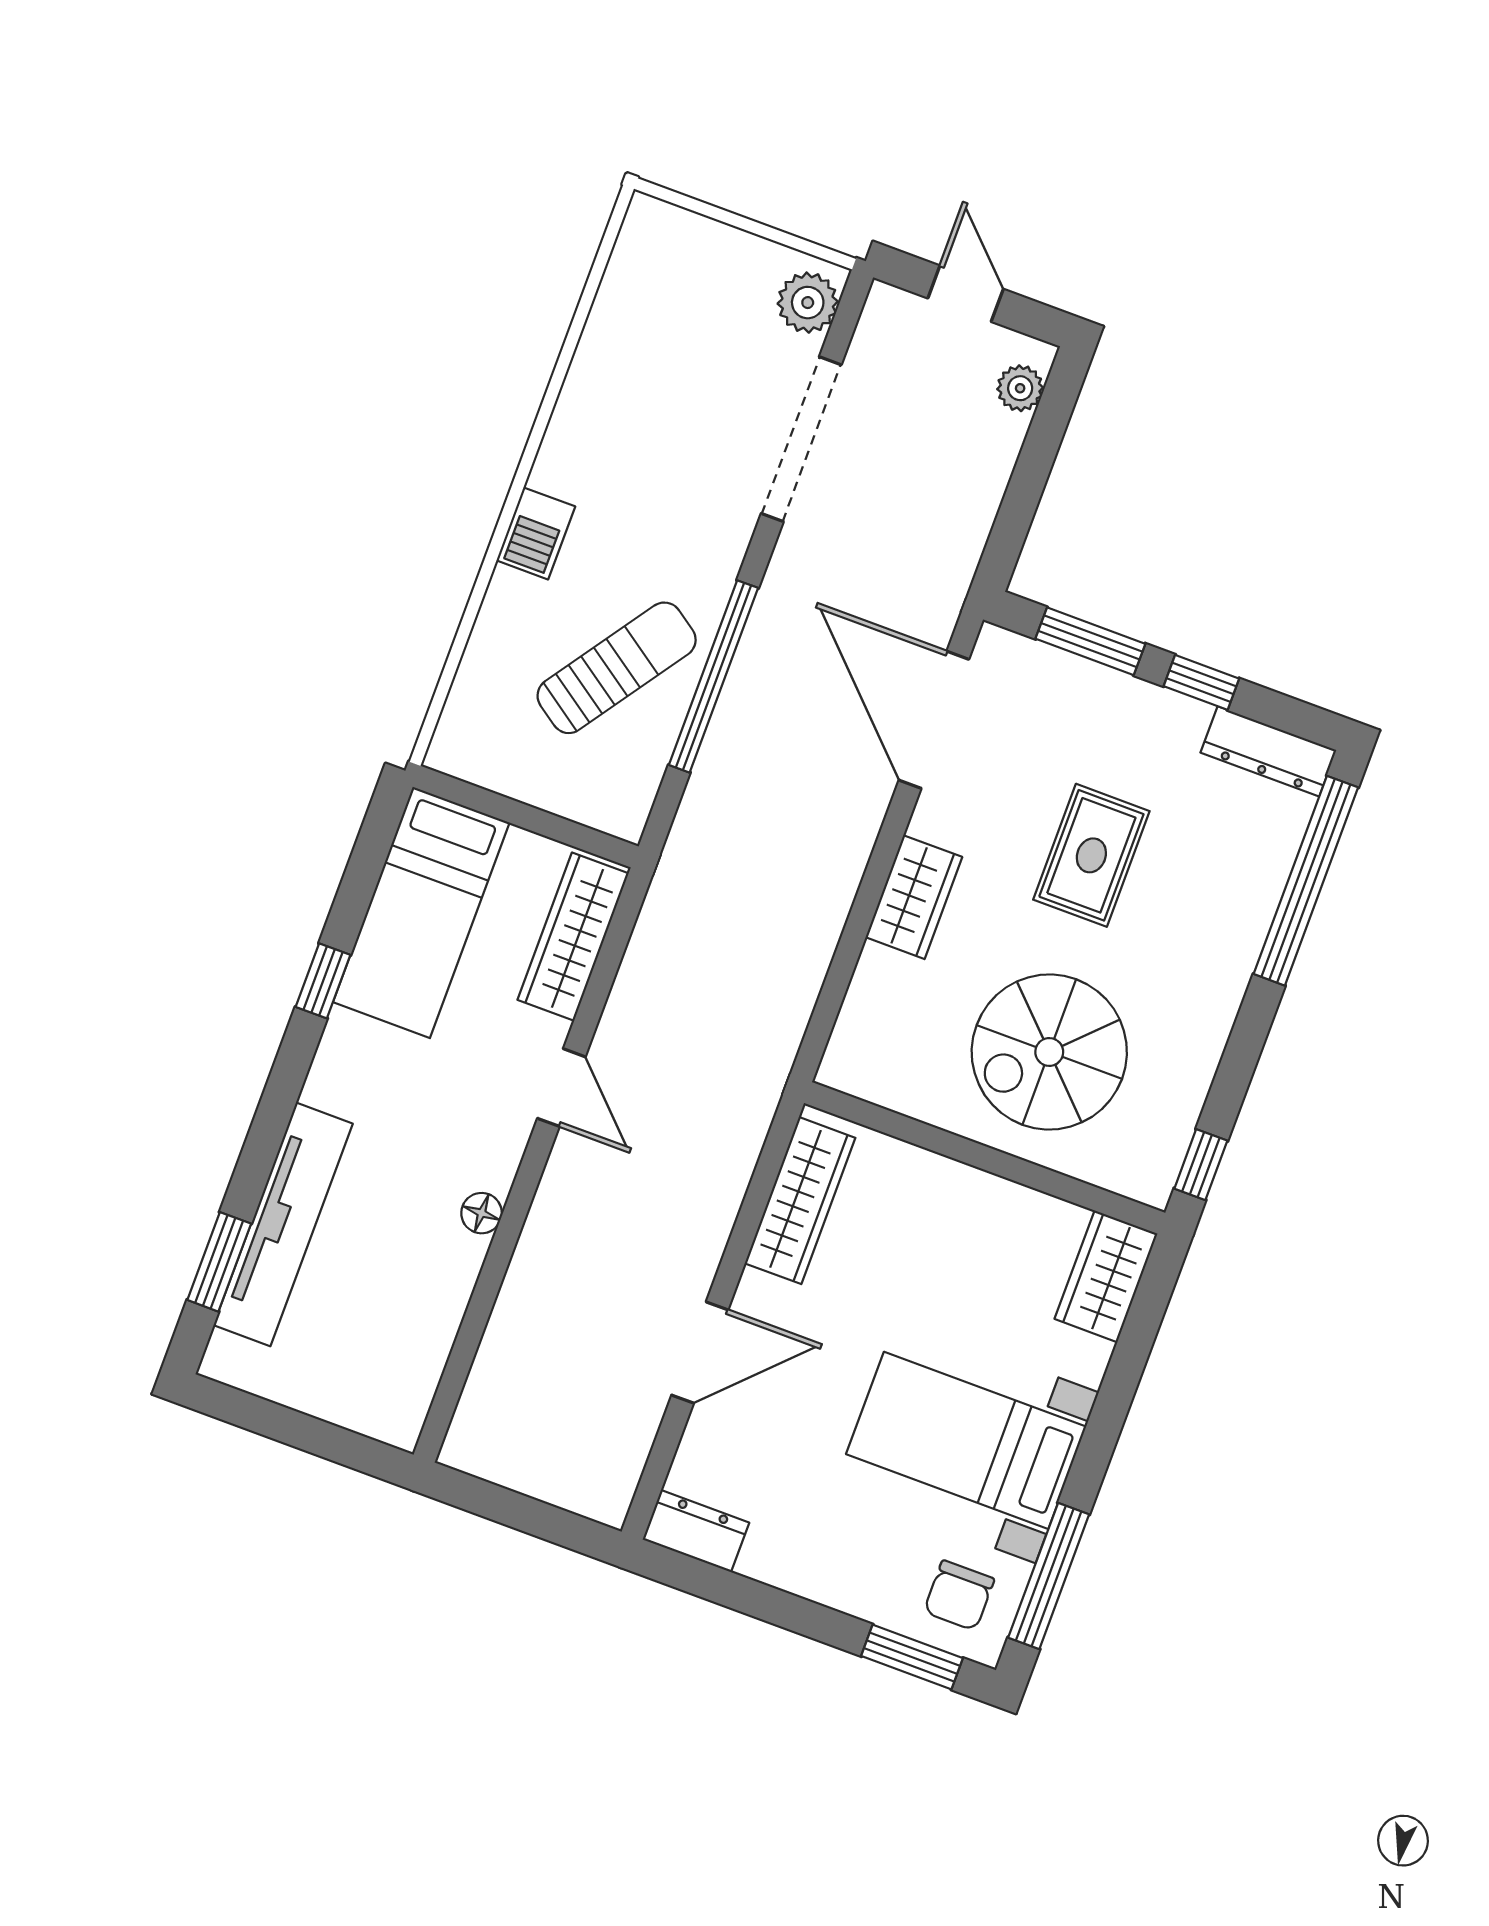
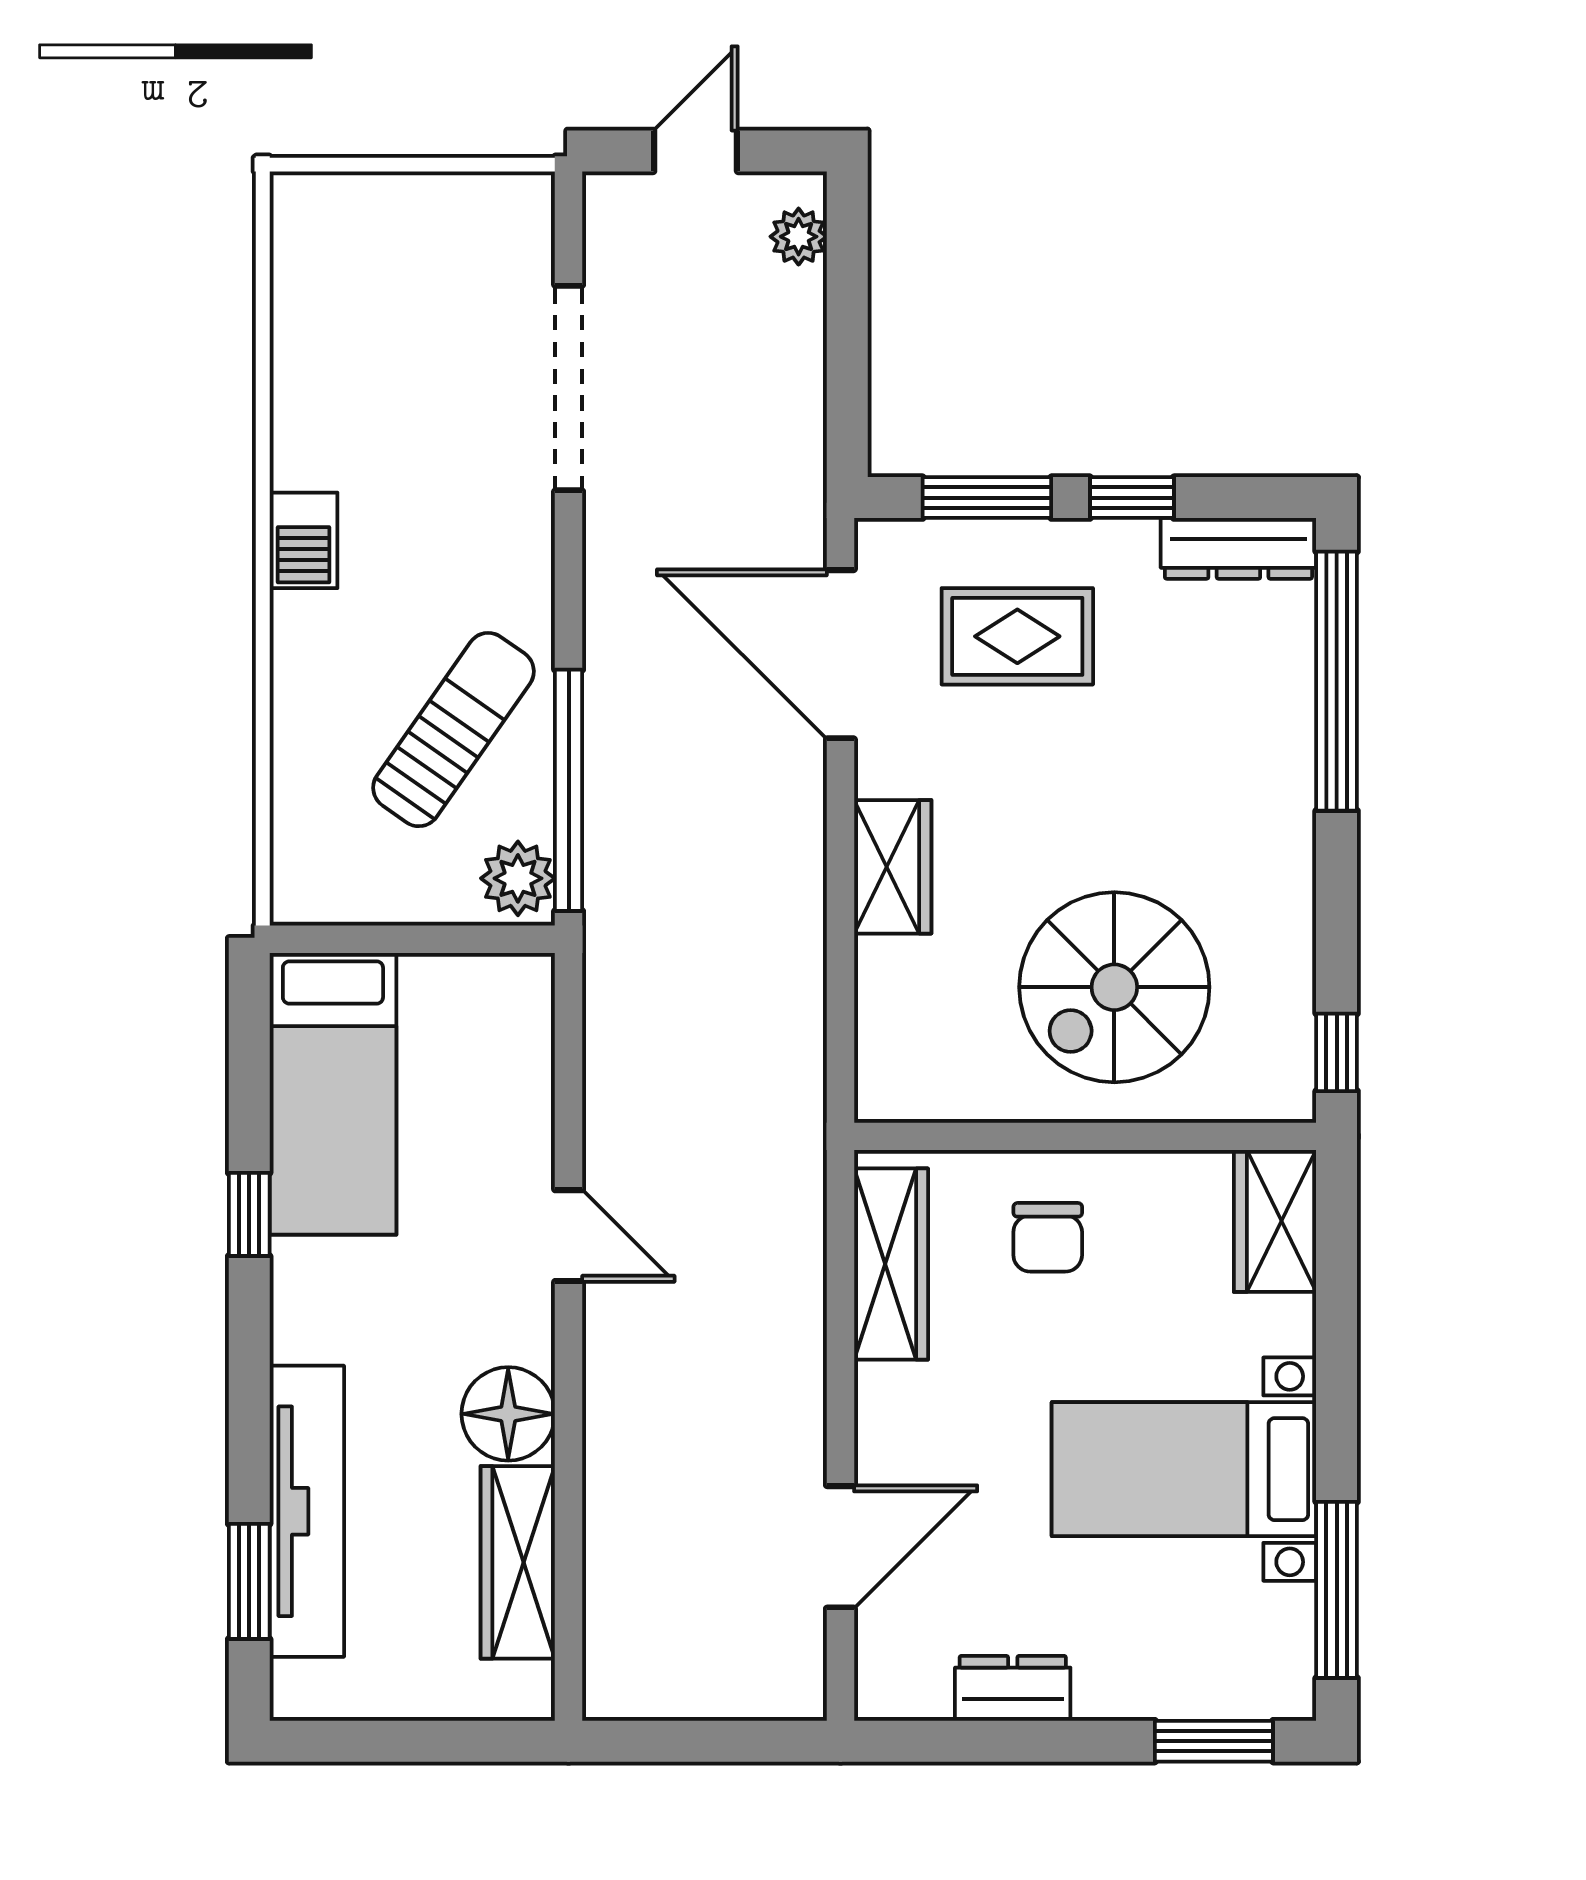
door: (966, 294) -> (696, 151), hinge flipped
plant: (808, 303) -> (518, 878), moved
barbecue: (536, 533) -> (303, 540), moved
window: (713, 676) -> (569, 790), moved
rug: (1091, 855) -> (1017, 636), moved, turned 90
wardrobe: (573, 937) -> (518, 1562), moved
floor lamp: (482, 1213) -> (508, 1414), width x1.89, depth x1.89
door: (700, 1353) -> (840, 1547), moved
dresser: (696, 1531) -> (1013, 1688), moved
chair: (959, 1595) -> (1048, 1237), moved

